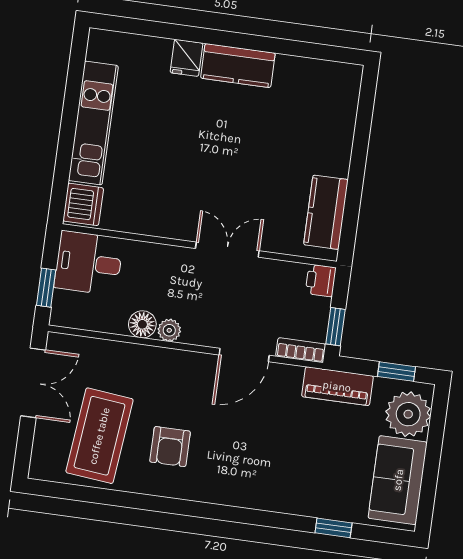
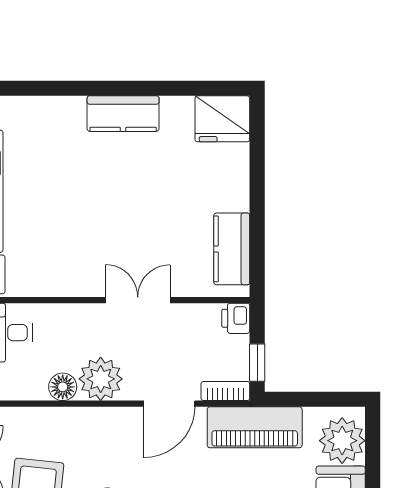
fridge: (186, 58) -> (222, 119), moved, width x1.88, depth x1.34
plant: (169, 330) -> (101, 379), width x1.88, depth x1.88
window: (397, 372) -> (325, 399), removed
piano: (337, 386) -> (255, 427), width x1.37, depth x1.33

